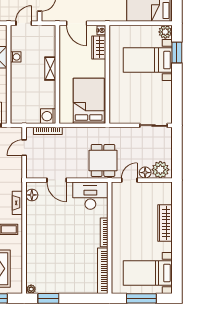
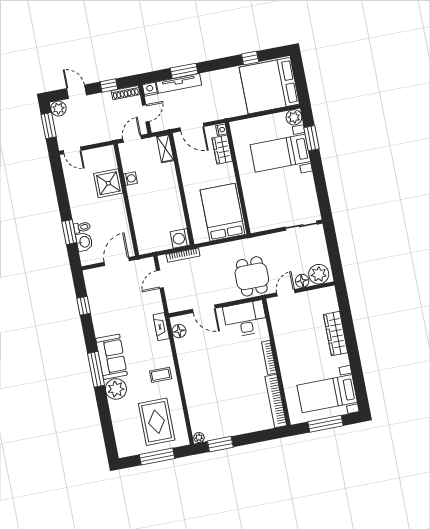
shelving: (50, 69) -> (165, 148), moved
fireplace: (17, 203) -> (161, 327), moved

